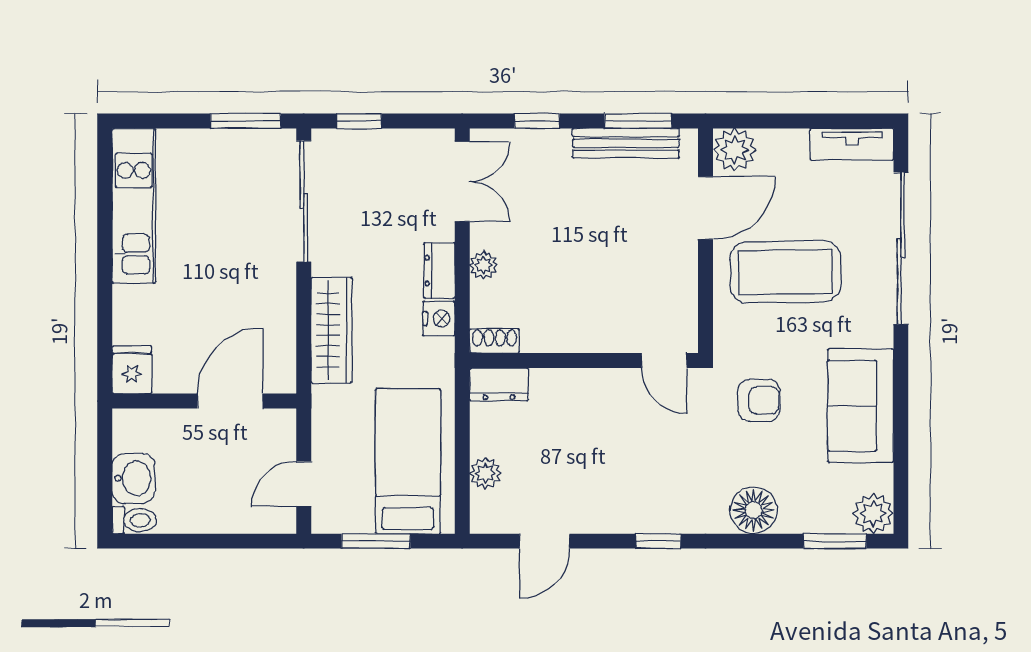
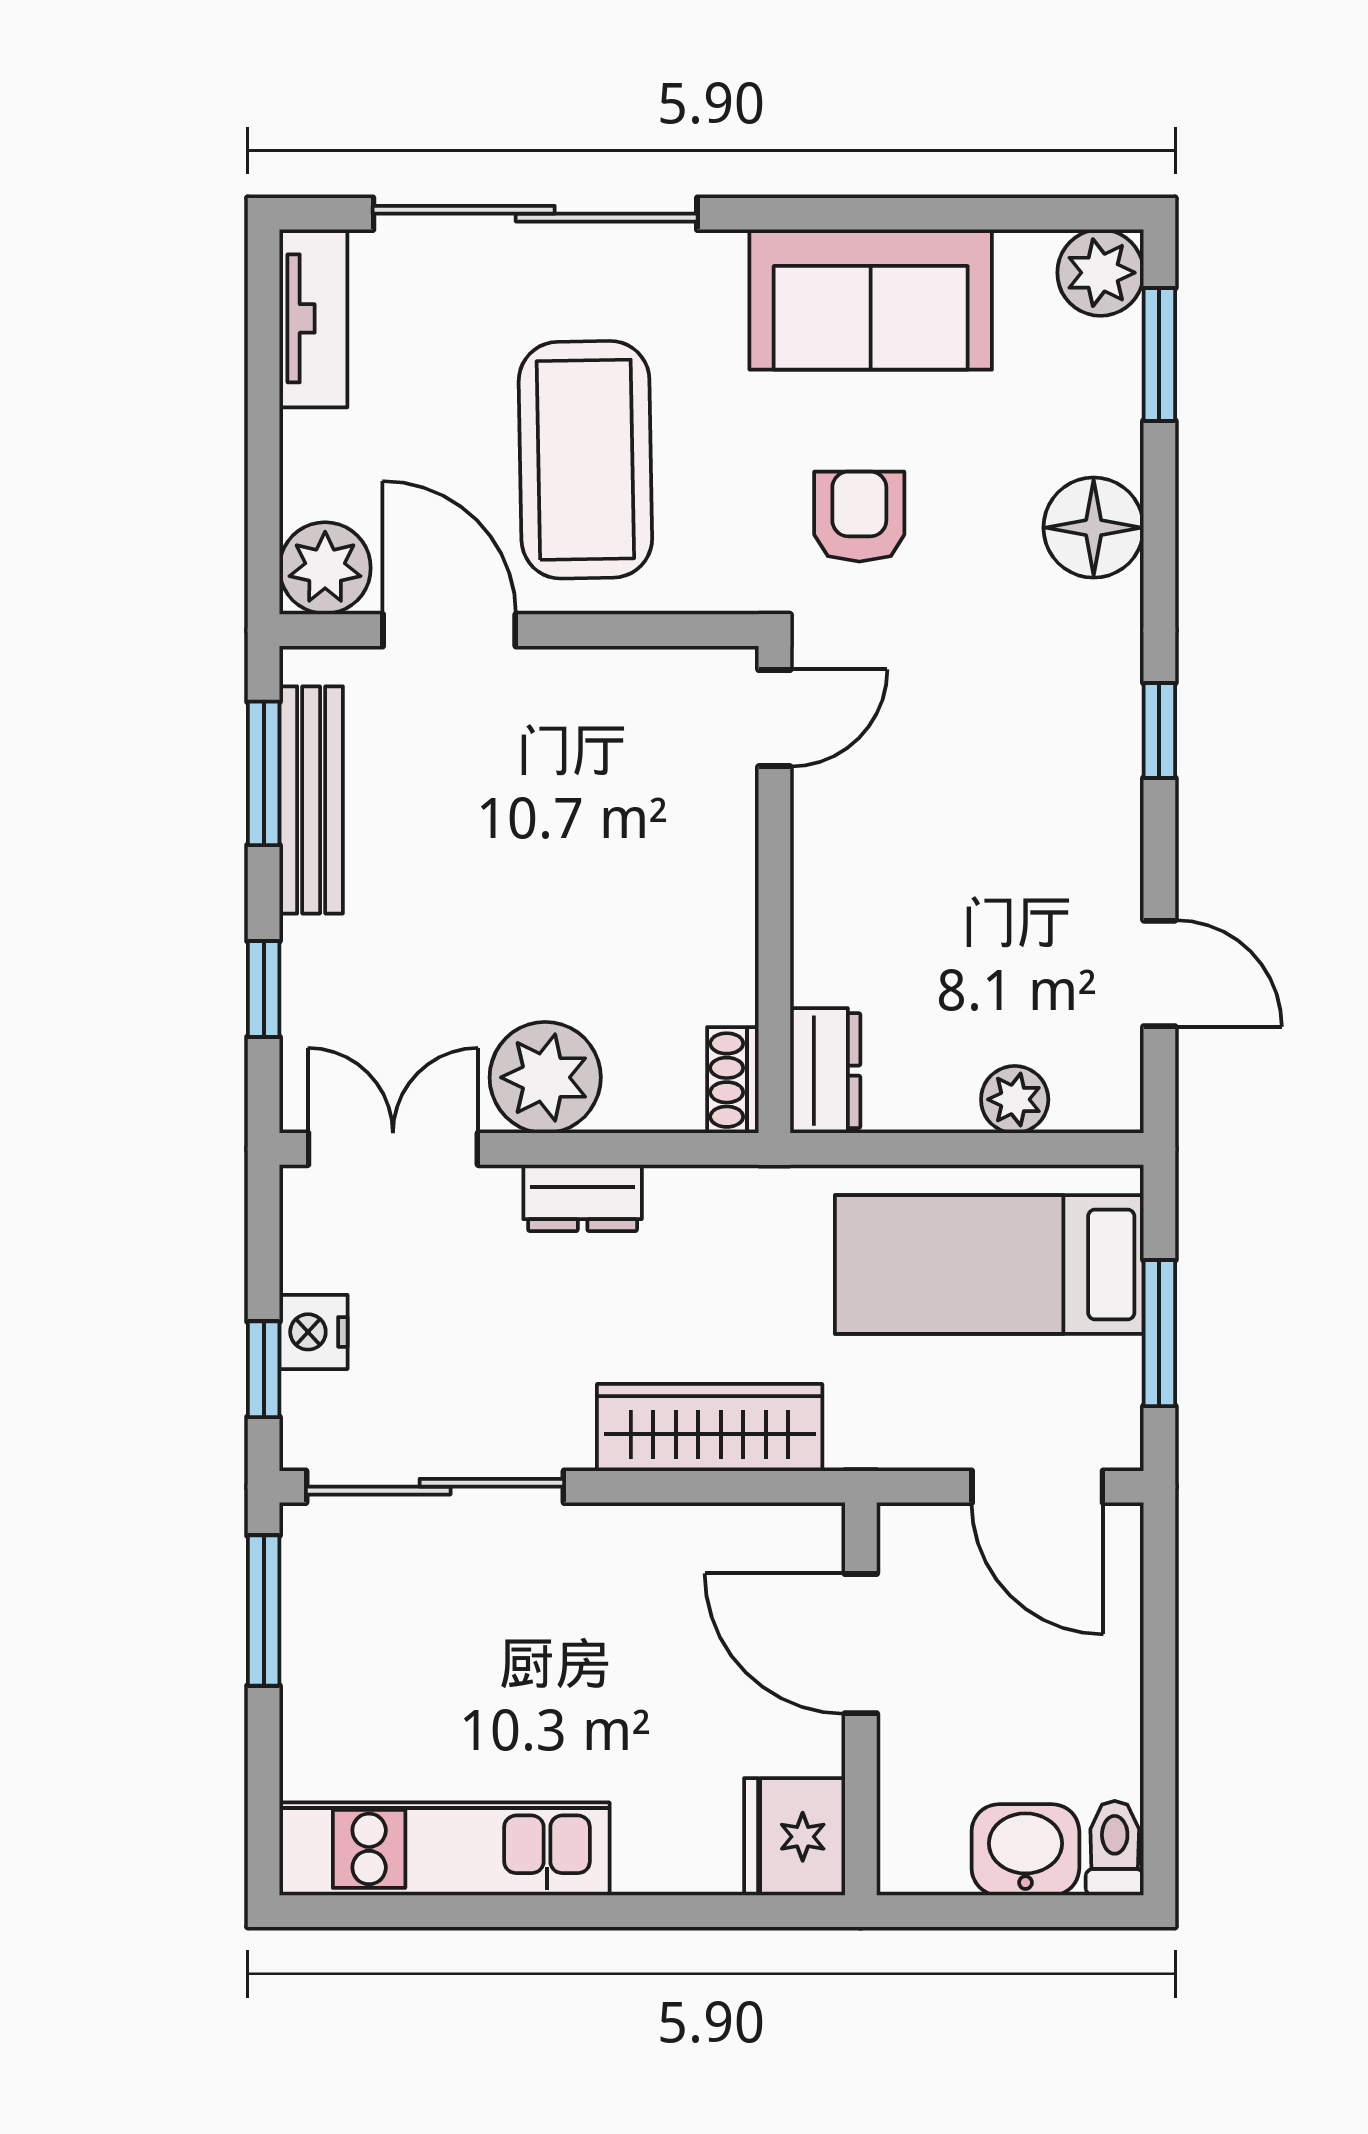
plant: (484, 265) -> (545, 1077), width x1.88, depth x1.88
nightstand: (439, 319) -> (313, 1332), moved, turned -90
fridge: (132, 370) -> (795, 1837), width x1.38
door: (304, 484) -> (1037, 1487), width x1.38

